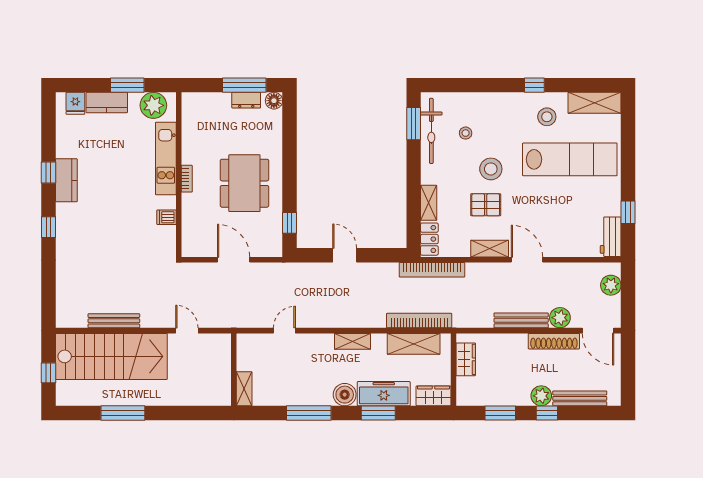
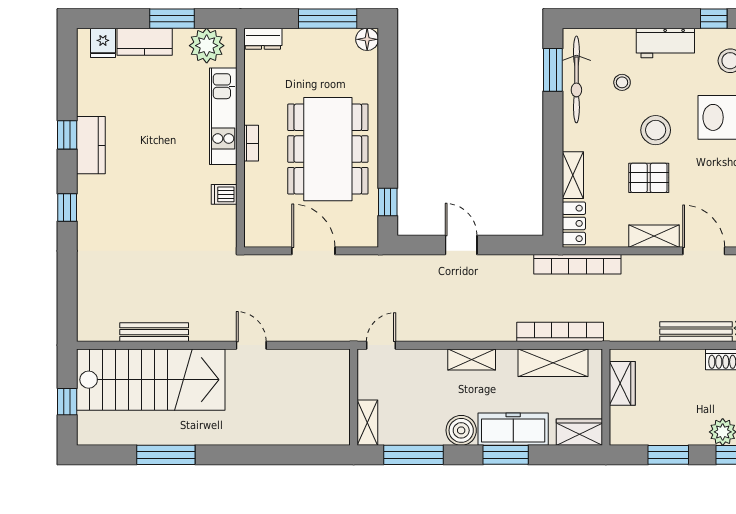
dresser: (246, 100) -> (263, 39), moved
workbench: (498, 103) -> (665, 43), added
dining table: (244, 183) -> (328, 149), width x1.36, depth x1.24
wall: (234, 370) -> (354, 397), moved
shelving: (244, 389) -> (367, 423), moved

